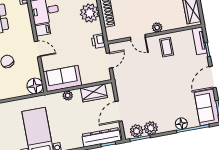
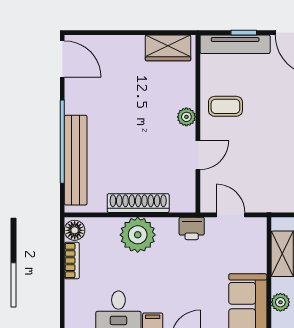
tv unit: (199, 41) -> (235, 44), width x1.41

